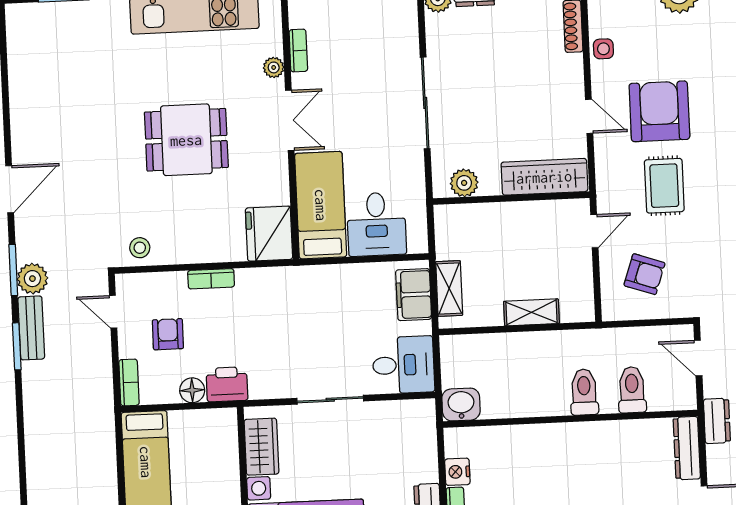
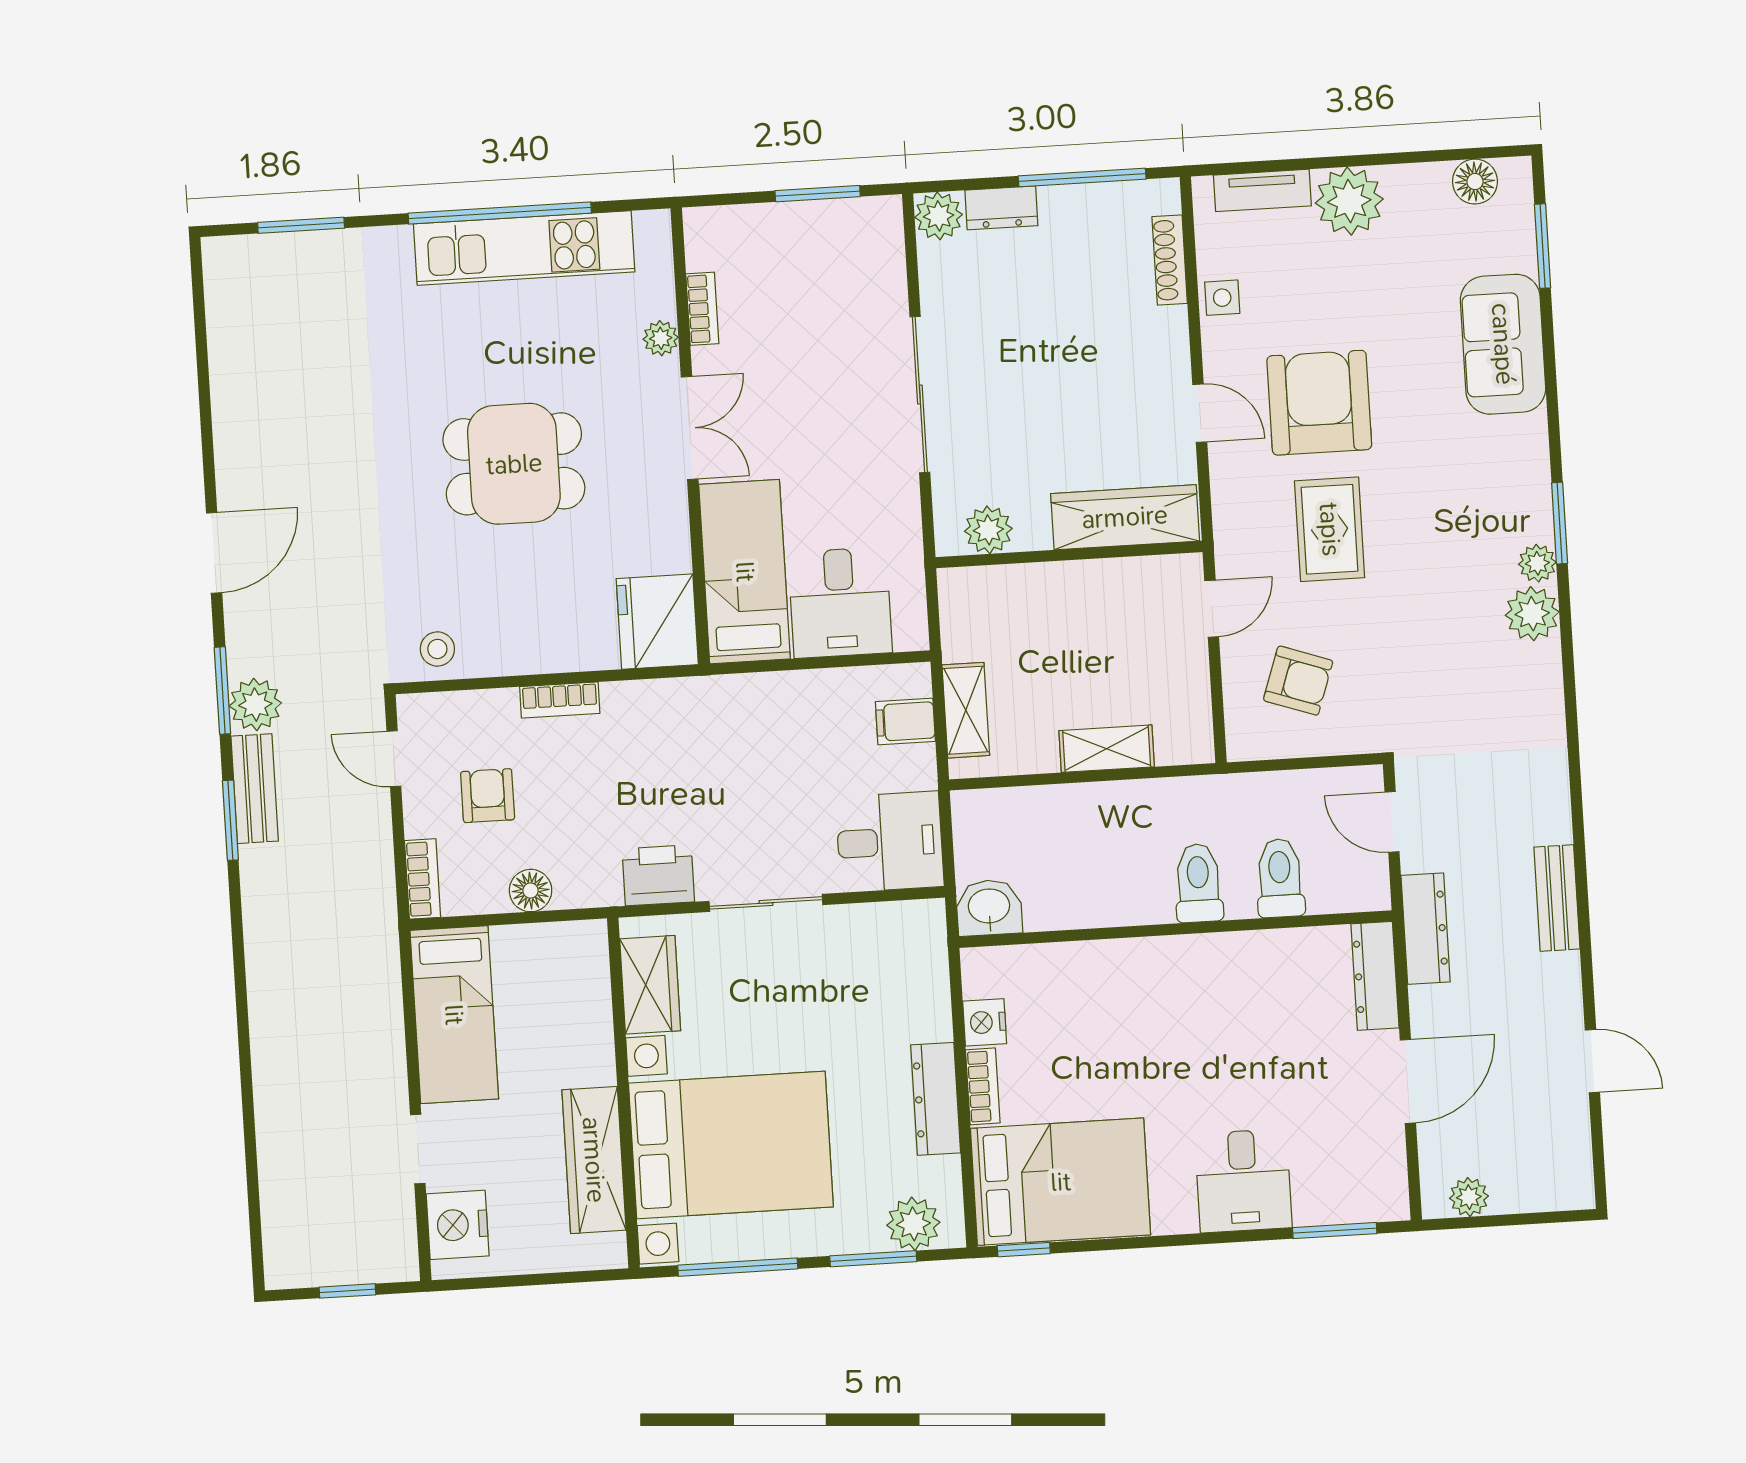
filing cabinet: (414, 295) -> (905, 721), width x0.50
printer: (227, 384) -> (658, 875), moved
dresser: (717, 421) -> (1426, 929), width x1.44

